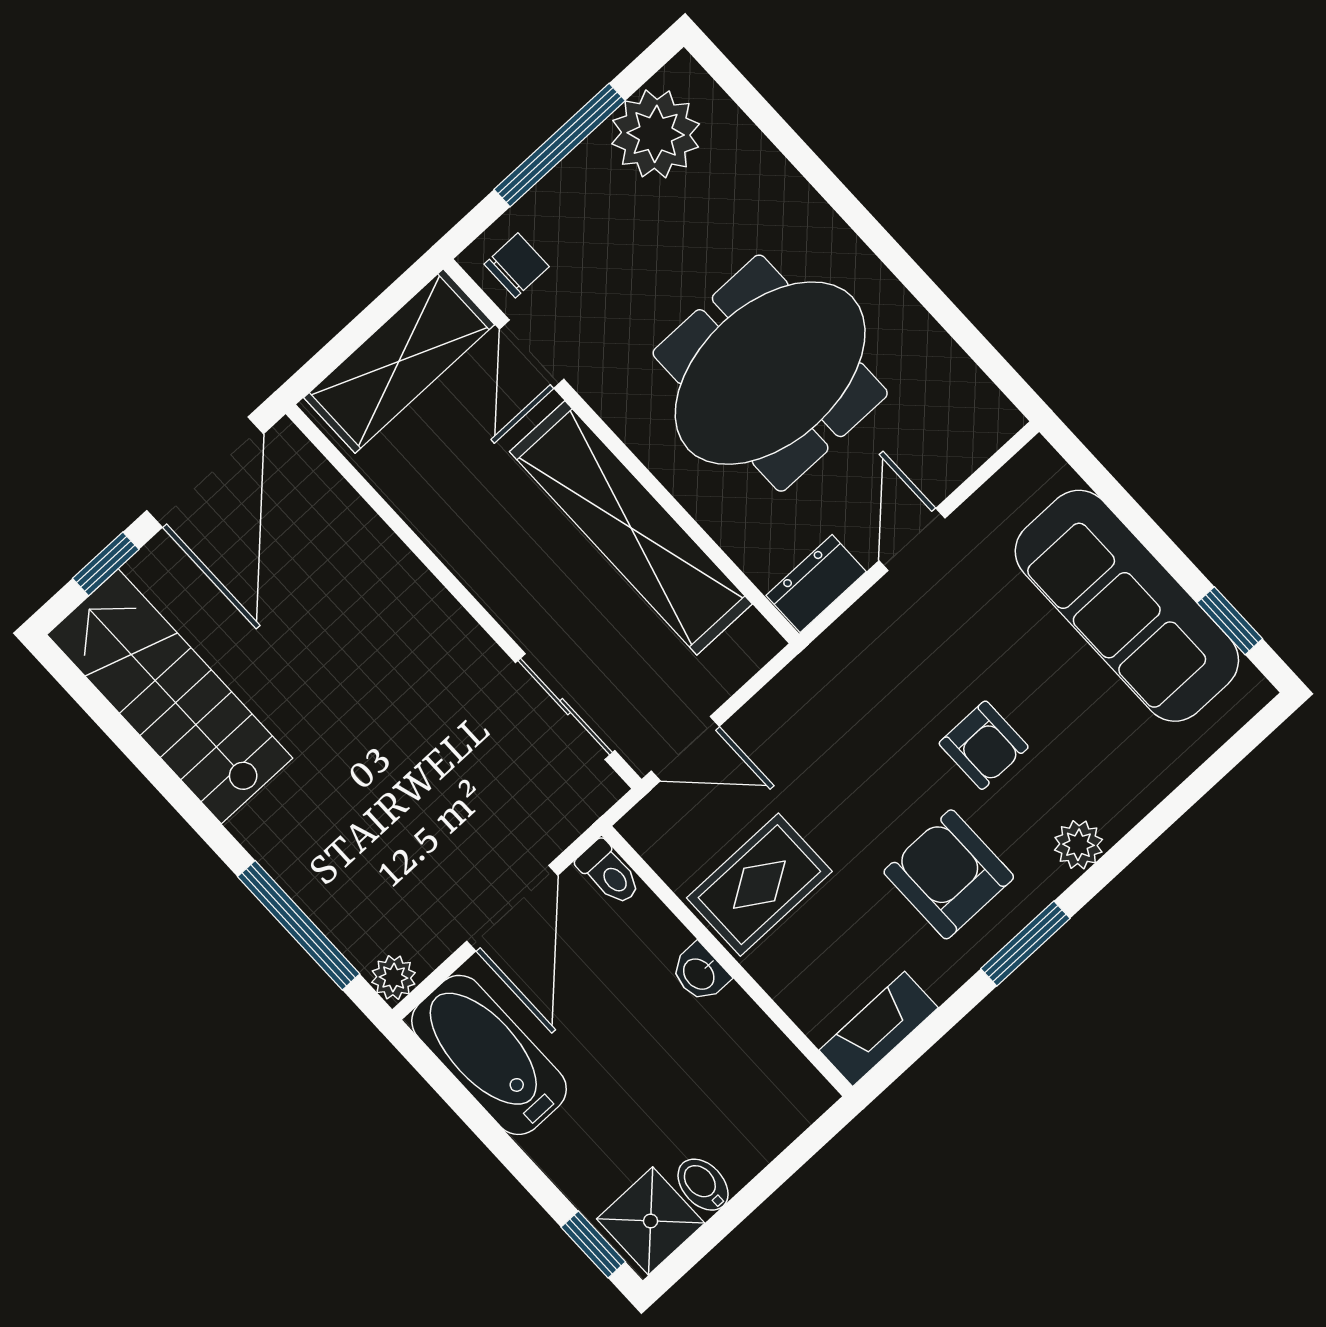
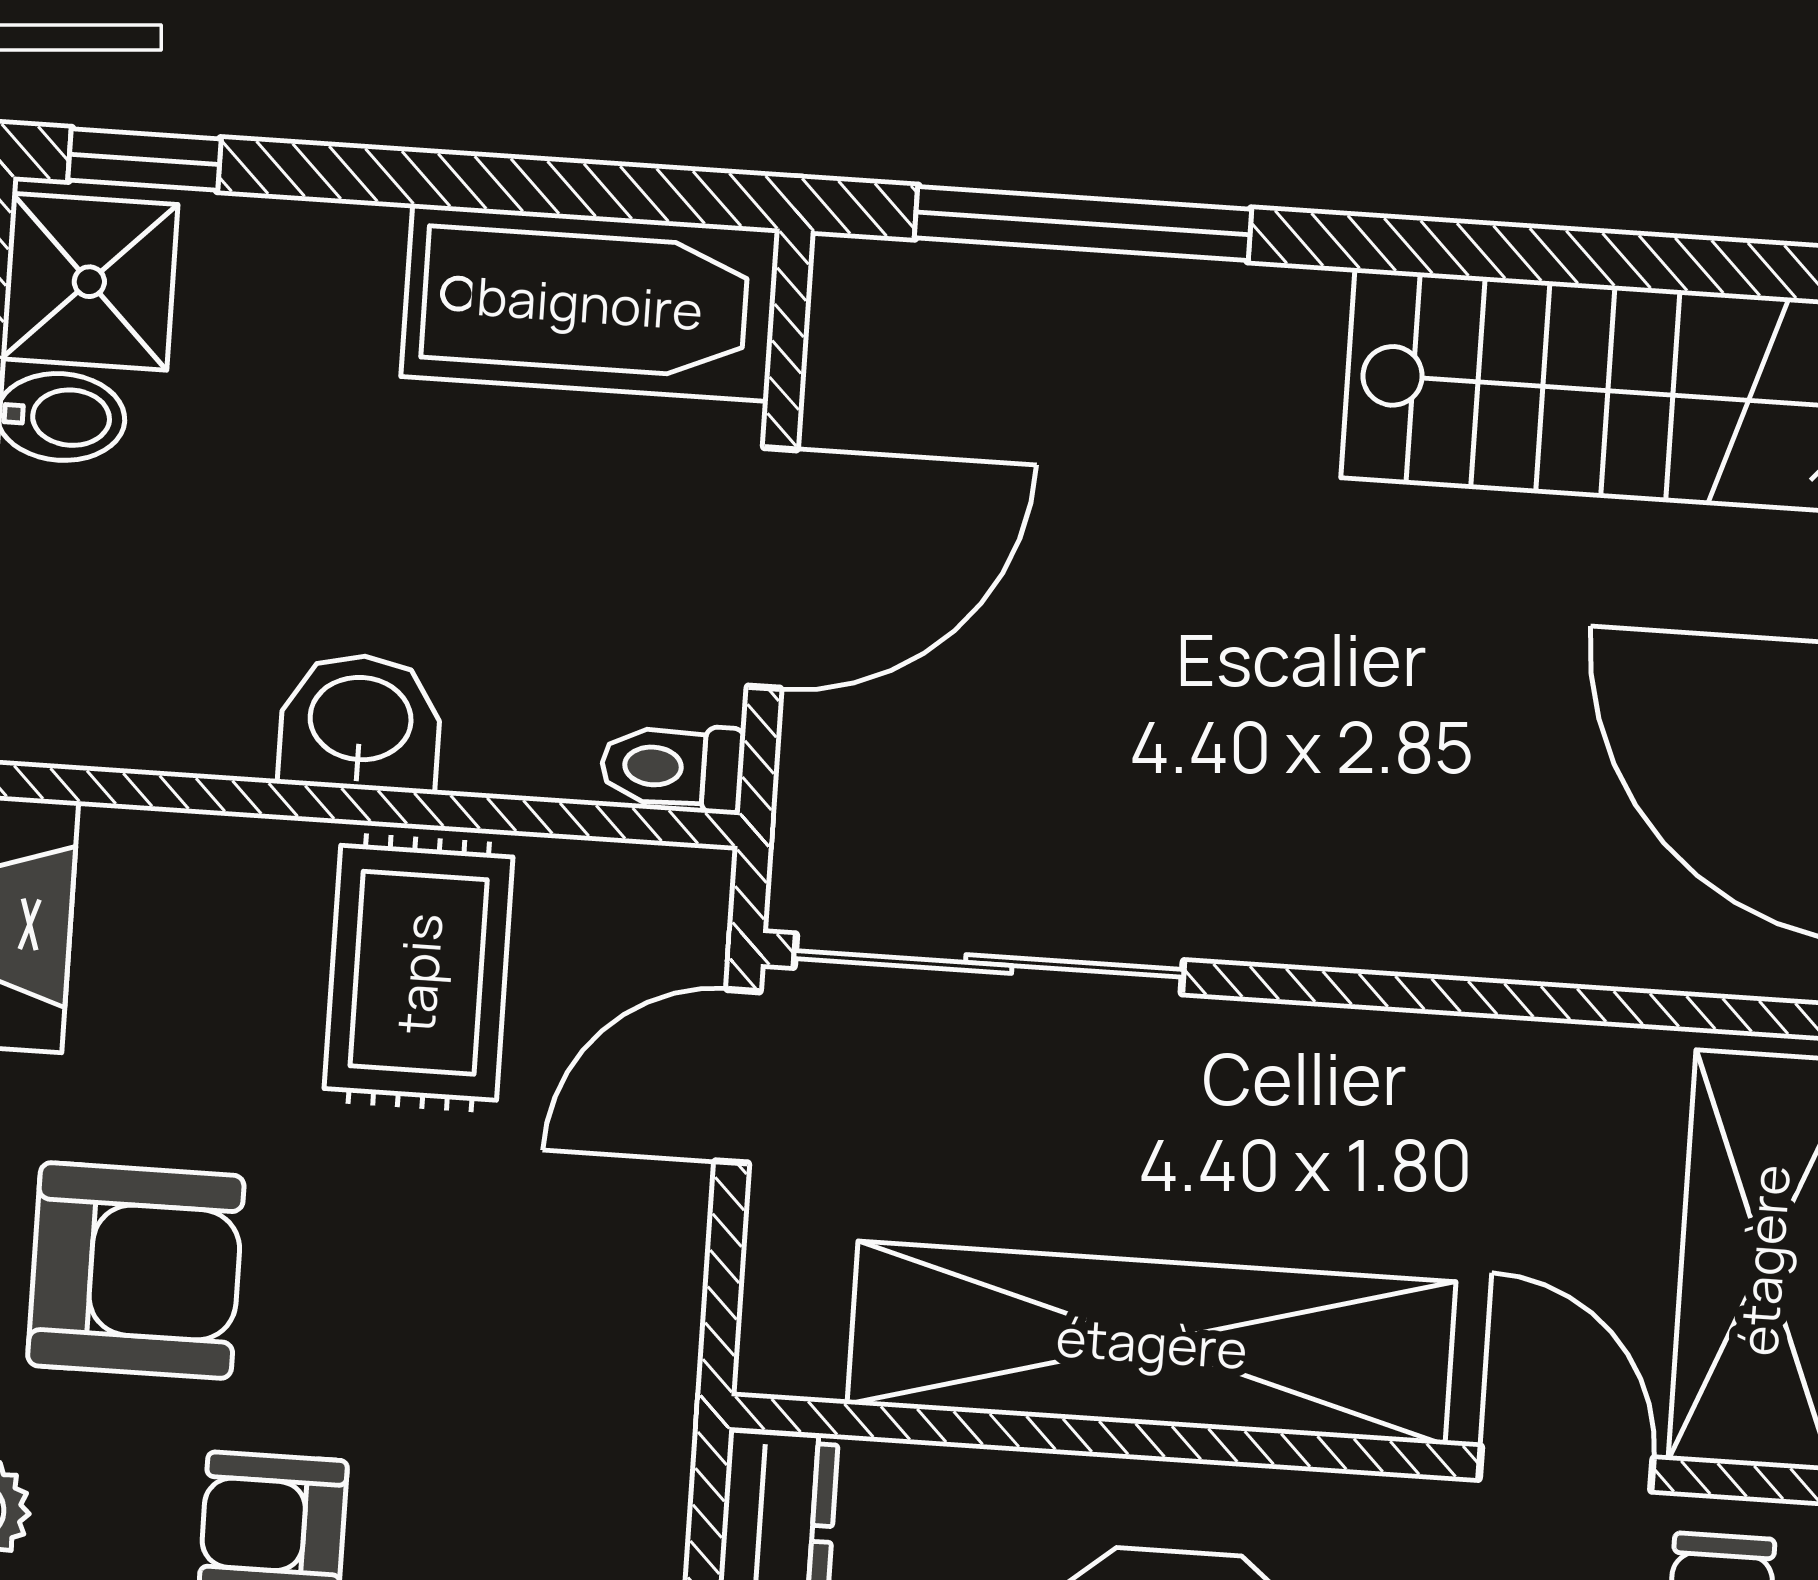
sliding door: (565, 707) -> (989, 964), width x1.37
door: (512, 908) -> (772, 568), swing flipped
washbasin: (700, 973) -> (360, 723), width x1.38, depth x1.45
plant: (394, 978) -> (856, 282), removed

